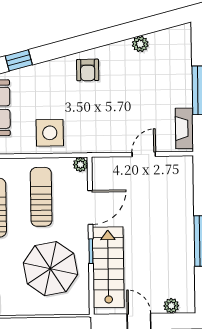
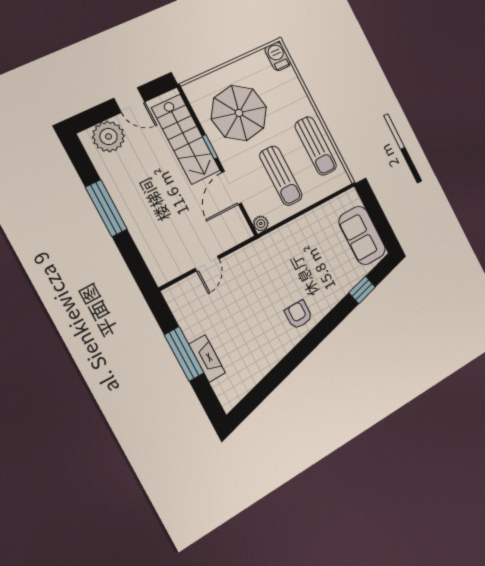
plant: (140, 44) -> (263, 366), removed
fireplace: (184, 128) -> (207, 359), moved
side table: (50, 133) -> (303, 239), removed
plant: (171, 306) -> (108, 137), width x1.87, depth x1.87

